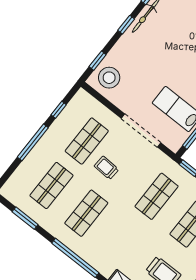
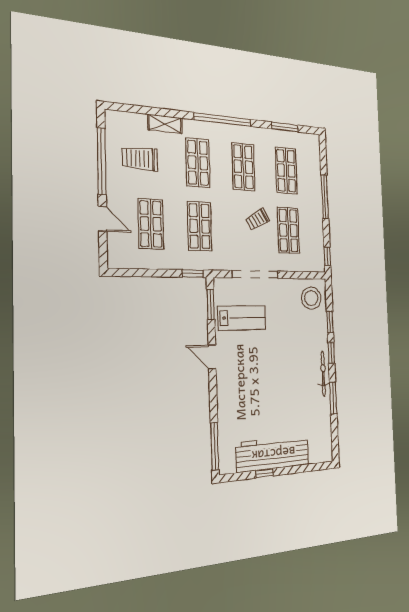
window: (98, 61) -> (330, 322), moved
window: (59, 110) -> (327, 256), moved
trolley: (106, 168) -> (257, 219), turned 147
shop shelf: (121, 241) -> (198, 163), added

